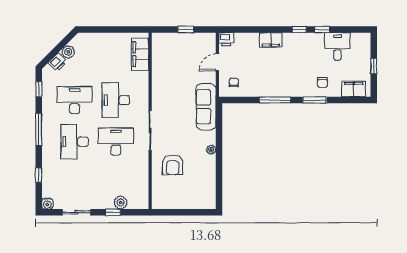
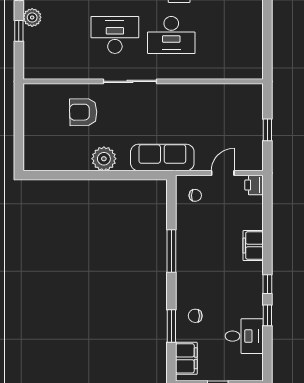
filing cabinet: (140, 54) -> (234, 68), removed
door: (217, 62) -> (223, 173), hinge flipped
desk: (116, 100) -> (171, 35), turned 180
window: (315, 100) -> (171, 326), moved
desk: (116, 142) -> (115, 35), turned -90
plant: (211, 150) -> (104, 159), width x1.87, depth x1.87
plant: (121, 202) -> (32, 17), moved

